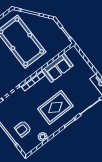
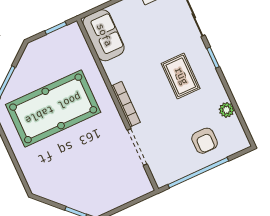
sofa: (58, 68) -> (104, 35), moved
rug: (55, 107) -> (181, 76), width x0.73, depth x0.70

